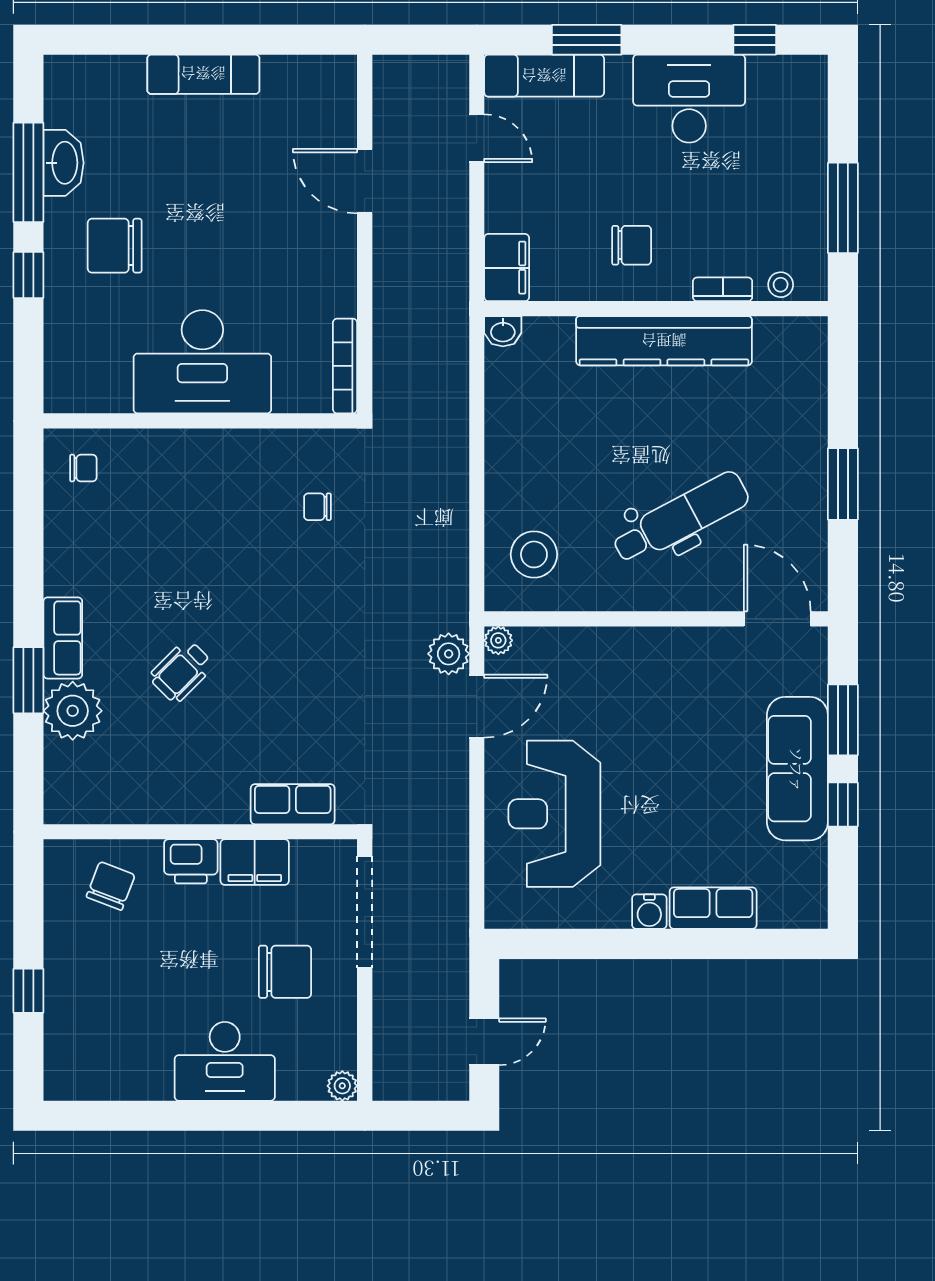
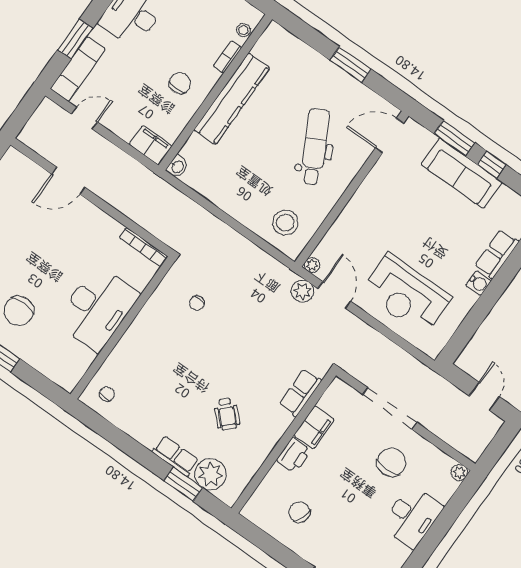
row of seats: (293, 804) -> (300, 393), moved
wall: (200, 832) -> (284, 442), moved
printer: (191, 861) -> (294, 455), moved
filing cabinet: (255, 862) -> (314, 427), moved

